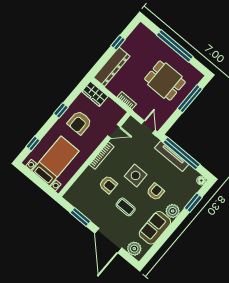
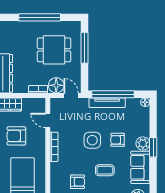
floor lamp: (143, 109) -> (56, 85), added
armchair: (80, 123) -> (16, 136), turned 90
door: (114, 131) -> (48, 120), swing flipped
armchair: (108, 184) -> (77, 182), moved
armchair: (155, 192) -> (118, 140), turned -90
window: (193, 203) -> (153, 147), moved

